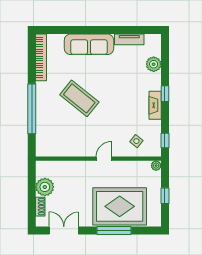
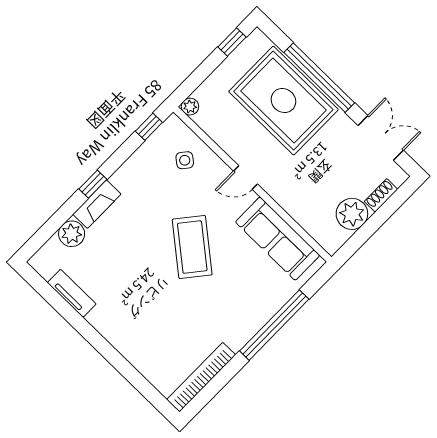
sofa: (89, 44) -> (278, 239), moved, turned 180
coffee table: (79, 98) -> (192, 247), moved
fireplace: (155, 105) -> (97, 204), moved
window: (165, 196) -> (232, 42), moved
double door: (64, 230) -> (381, 138), swing flipped
window: (114, 230) -> (319, 78), width x1.46

